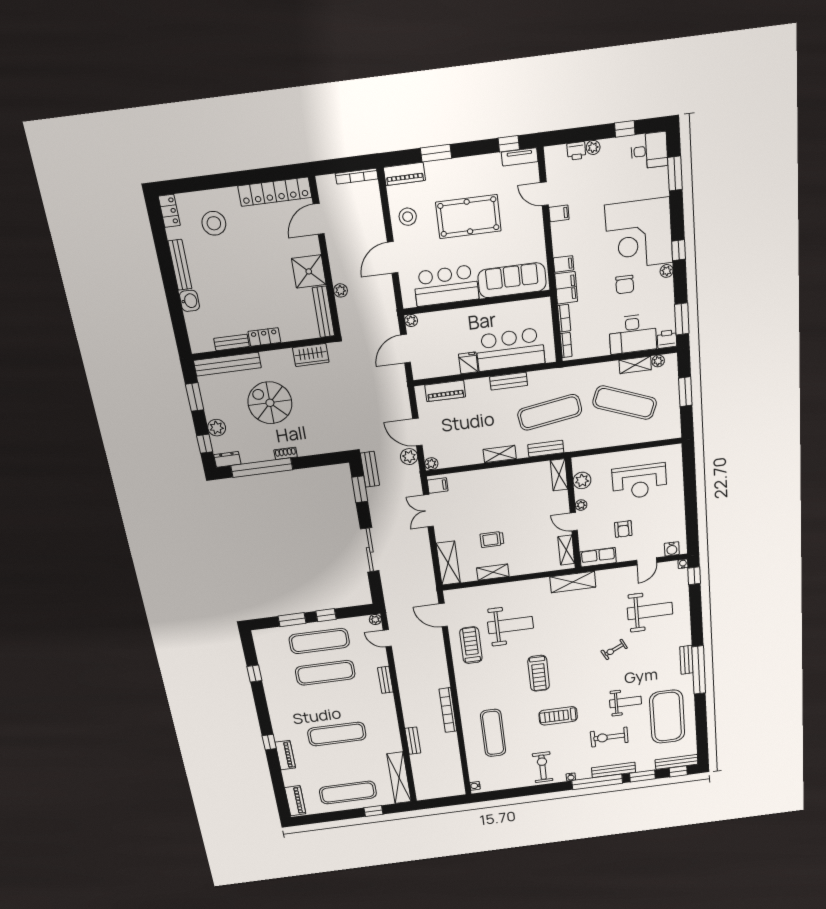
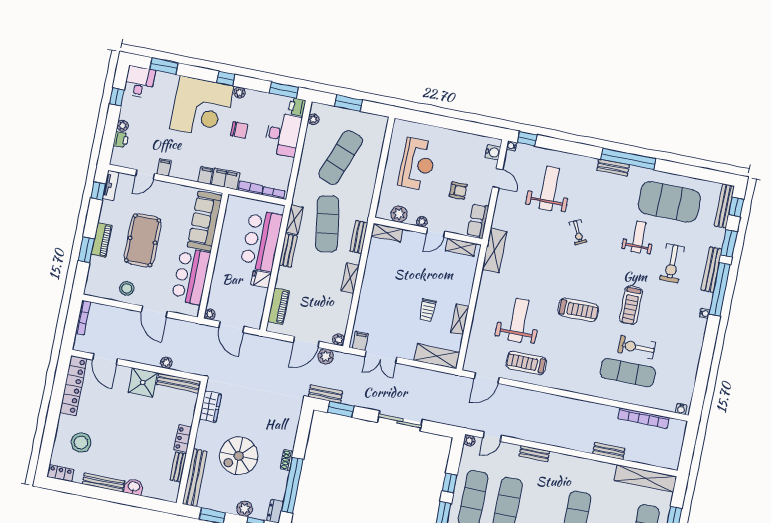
piano: (404, 174) -> (102, 240), moved
shelving: (635, 365) -> (294, 220), moved
bookcase: (448, 710) -> (643, 418), moved
exercise bike: (543, 767) -> (637, 347), moved

